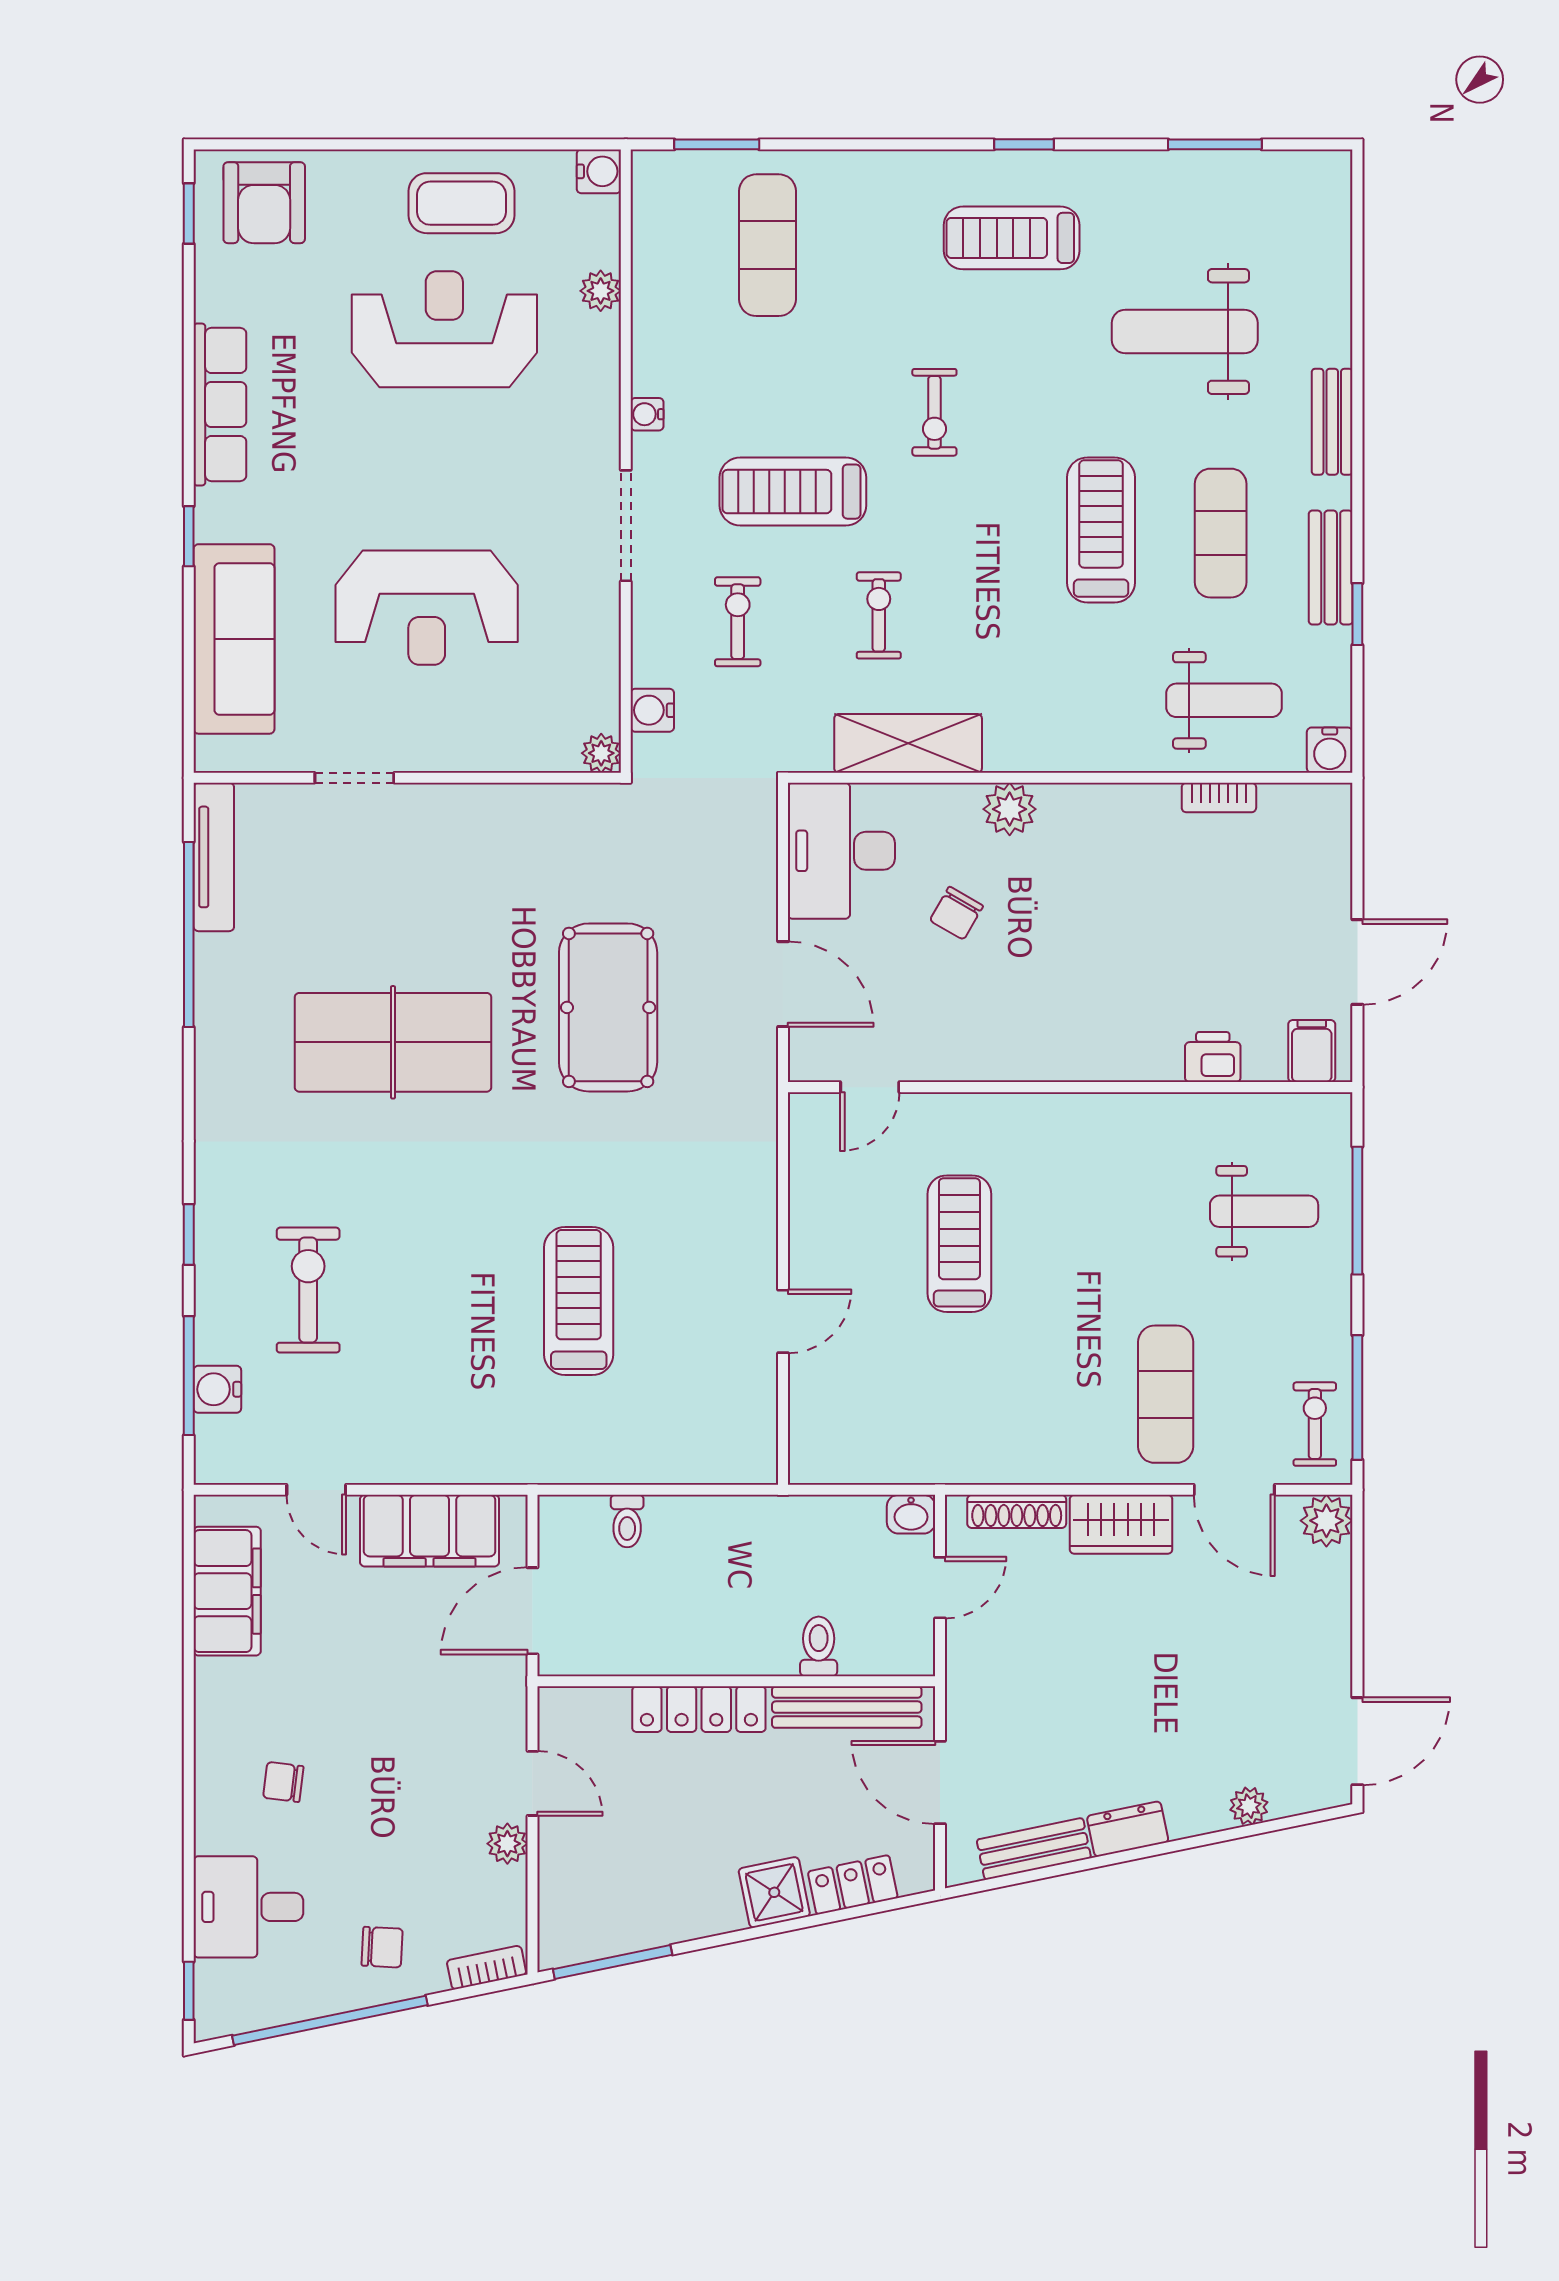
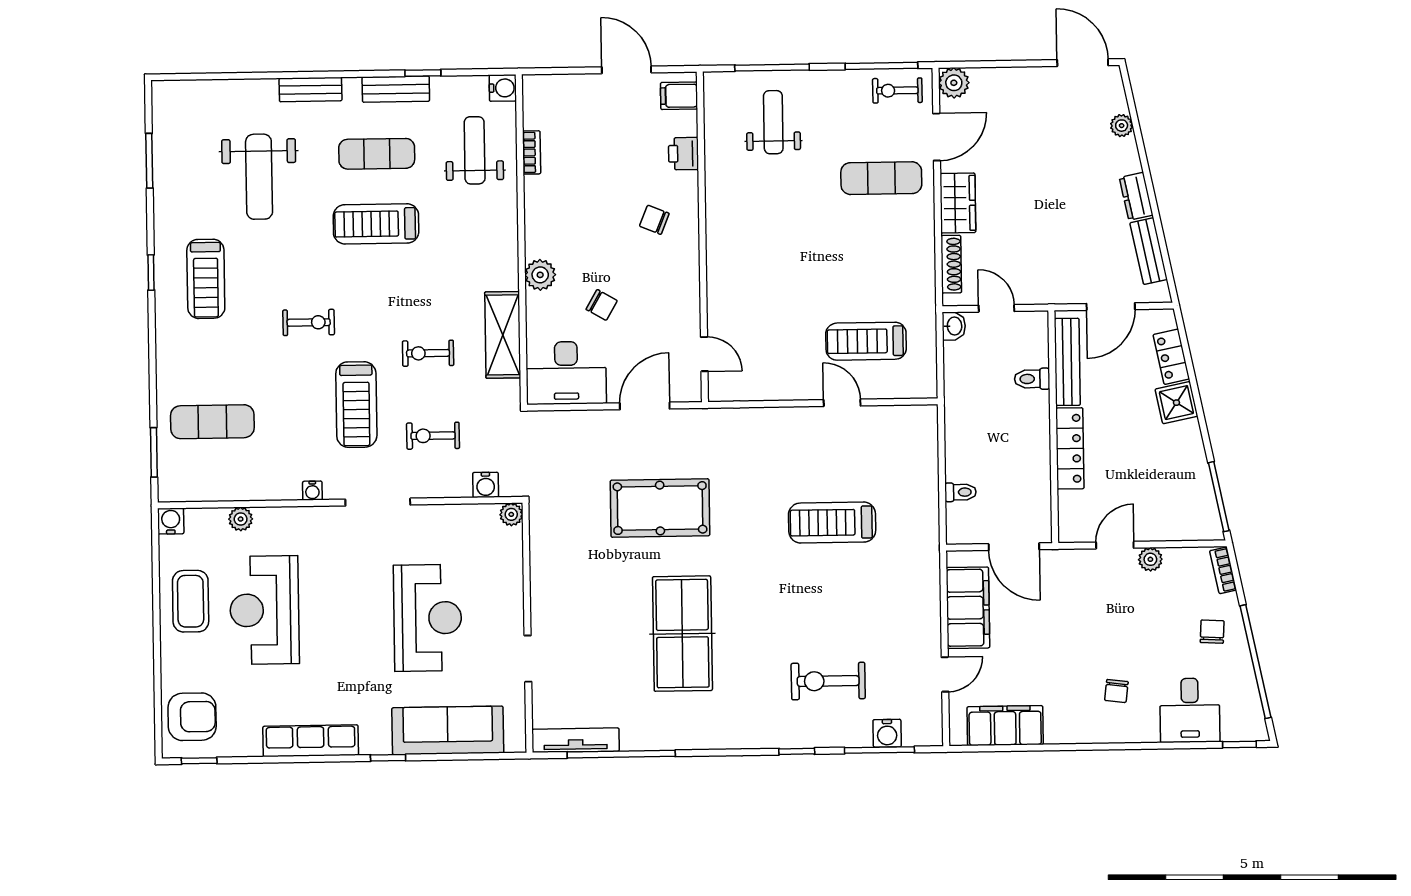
chair: (1101, 1006) -> (654, 220), added
treadmill: (959, 1244) -> (866, 341), moved

